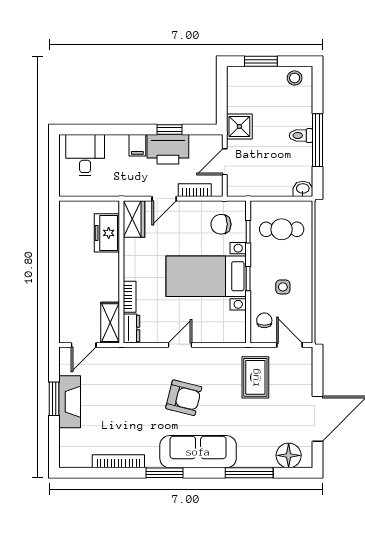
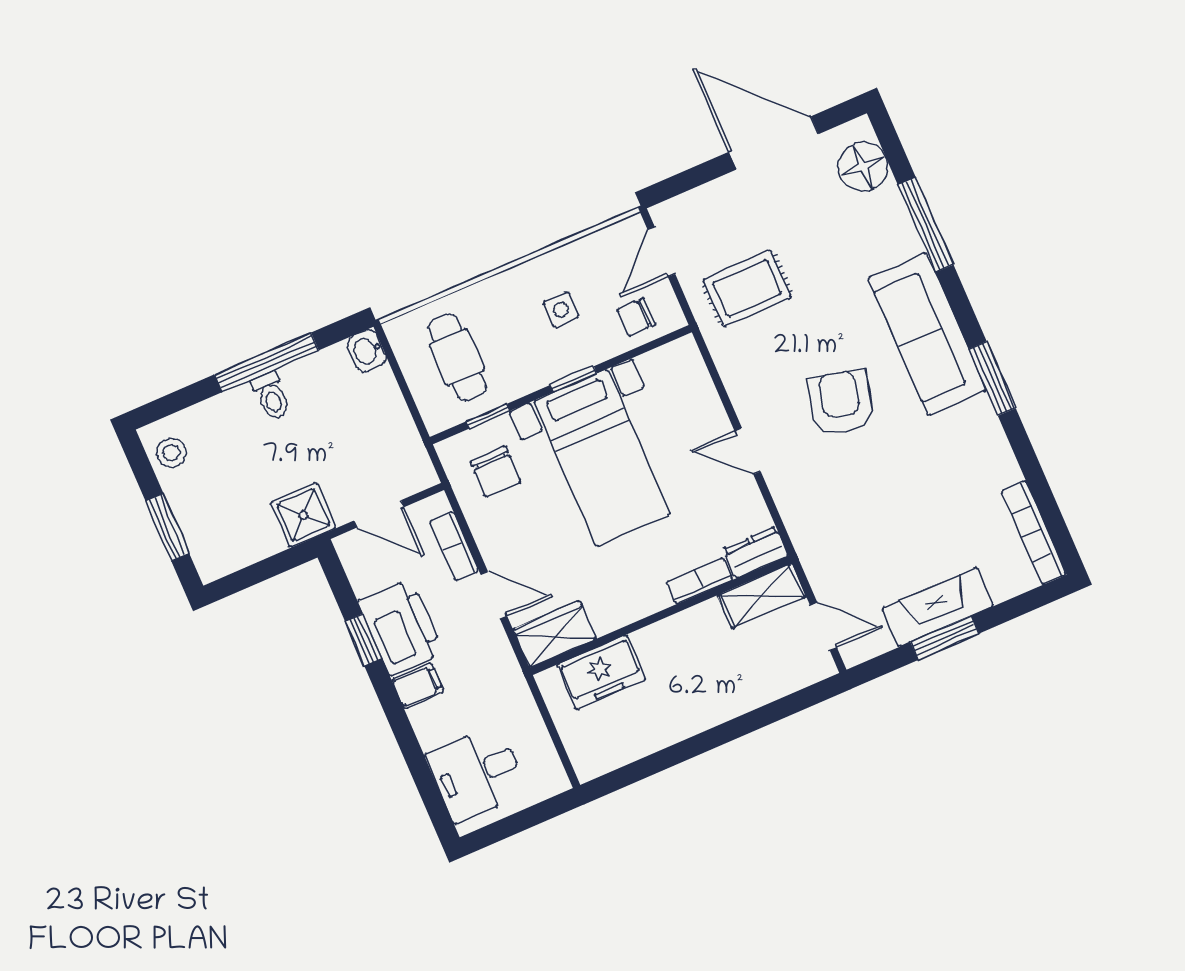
bookcase: (118, 461) -> (1034, 533), moved

